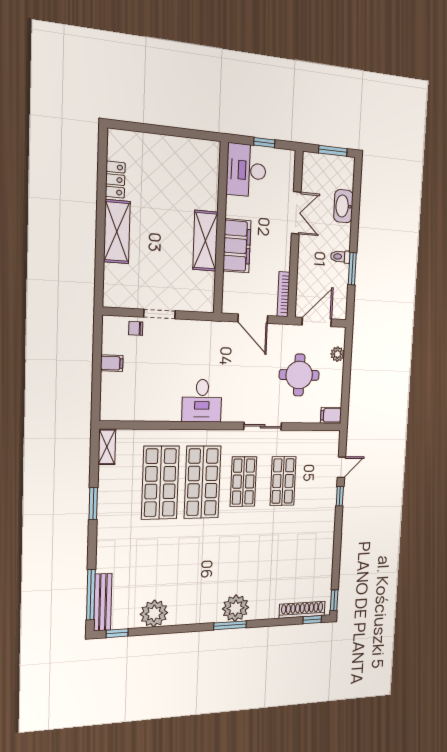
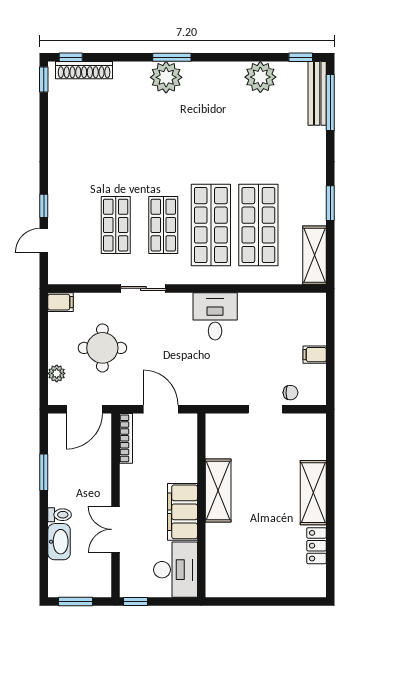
window: (264, 142) -> (136, 602), moved
filing cabinet: (237, 246) -> (182, 512), moved
toilet: (340, 257) -> (60, 515), moved
shelving: (107, 447) -> (315, 255), width x1.50, depth x1.33

